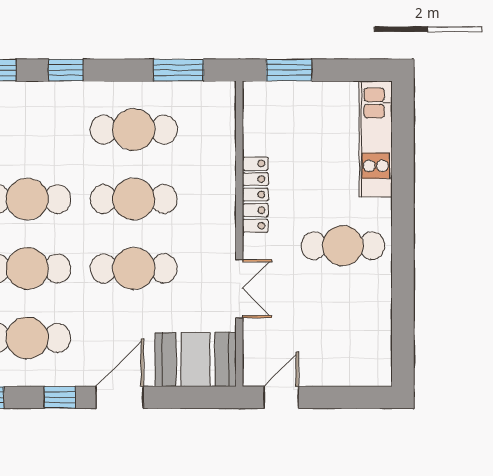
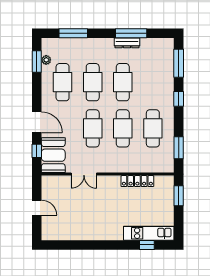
window: (403, 143) -> (147, 245), added
locker: (255, 195) -> (137, 181), moved
cafe table: (343, 246) -> (103, 219), removed
window: (60, 397) -> (37, 151), moved
door: (281, 397) -> (37, 208), moved

